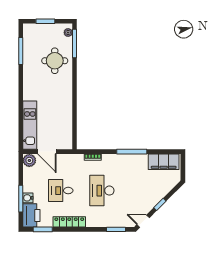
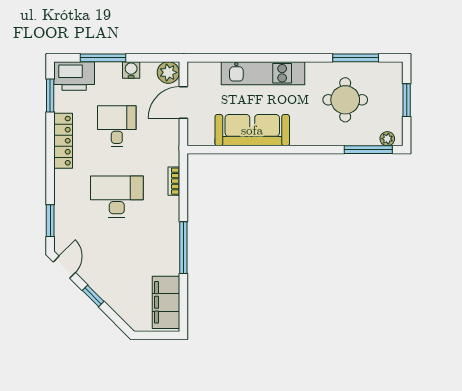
round table: (55, 61) -> (345, 100), moved
sofa: (63, 111) -> (252, 130), added
kitchen unit: (30, 125) -> (263, 73), moved
water cooler: (28, 198) -> (131, 70), moved

